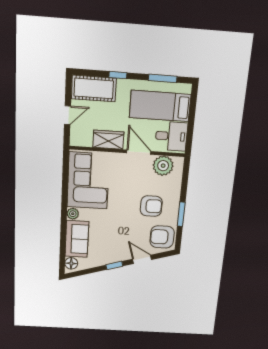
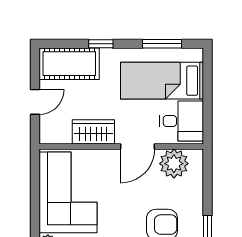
door: (139, 152) -> (137, 147), swing flipped

